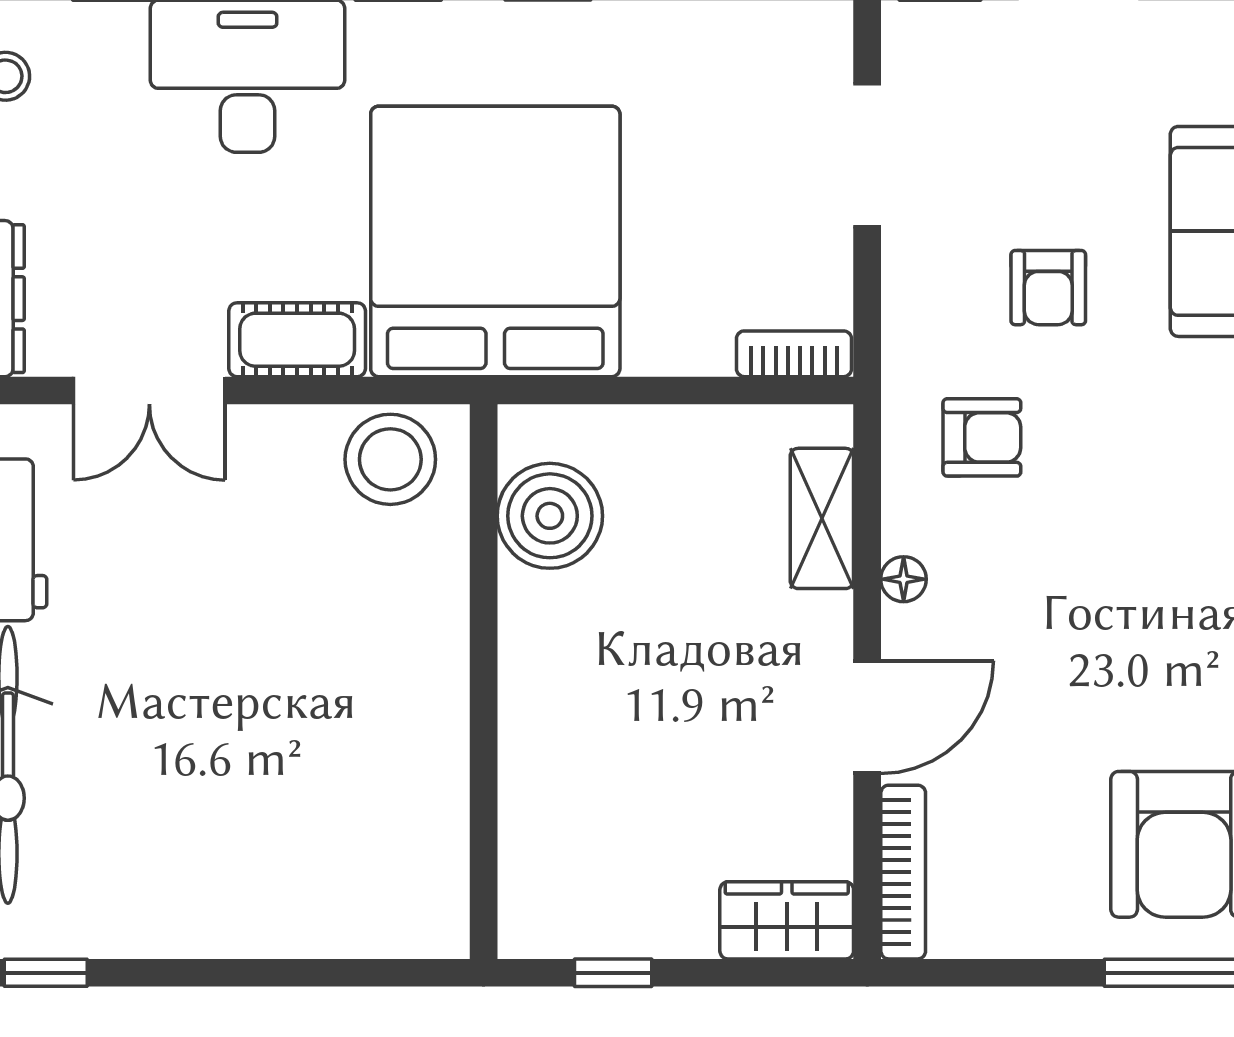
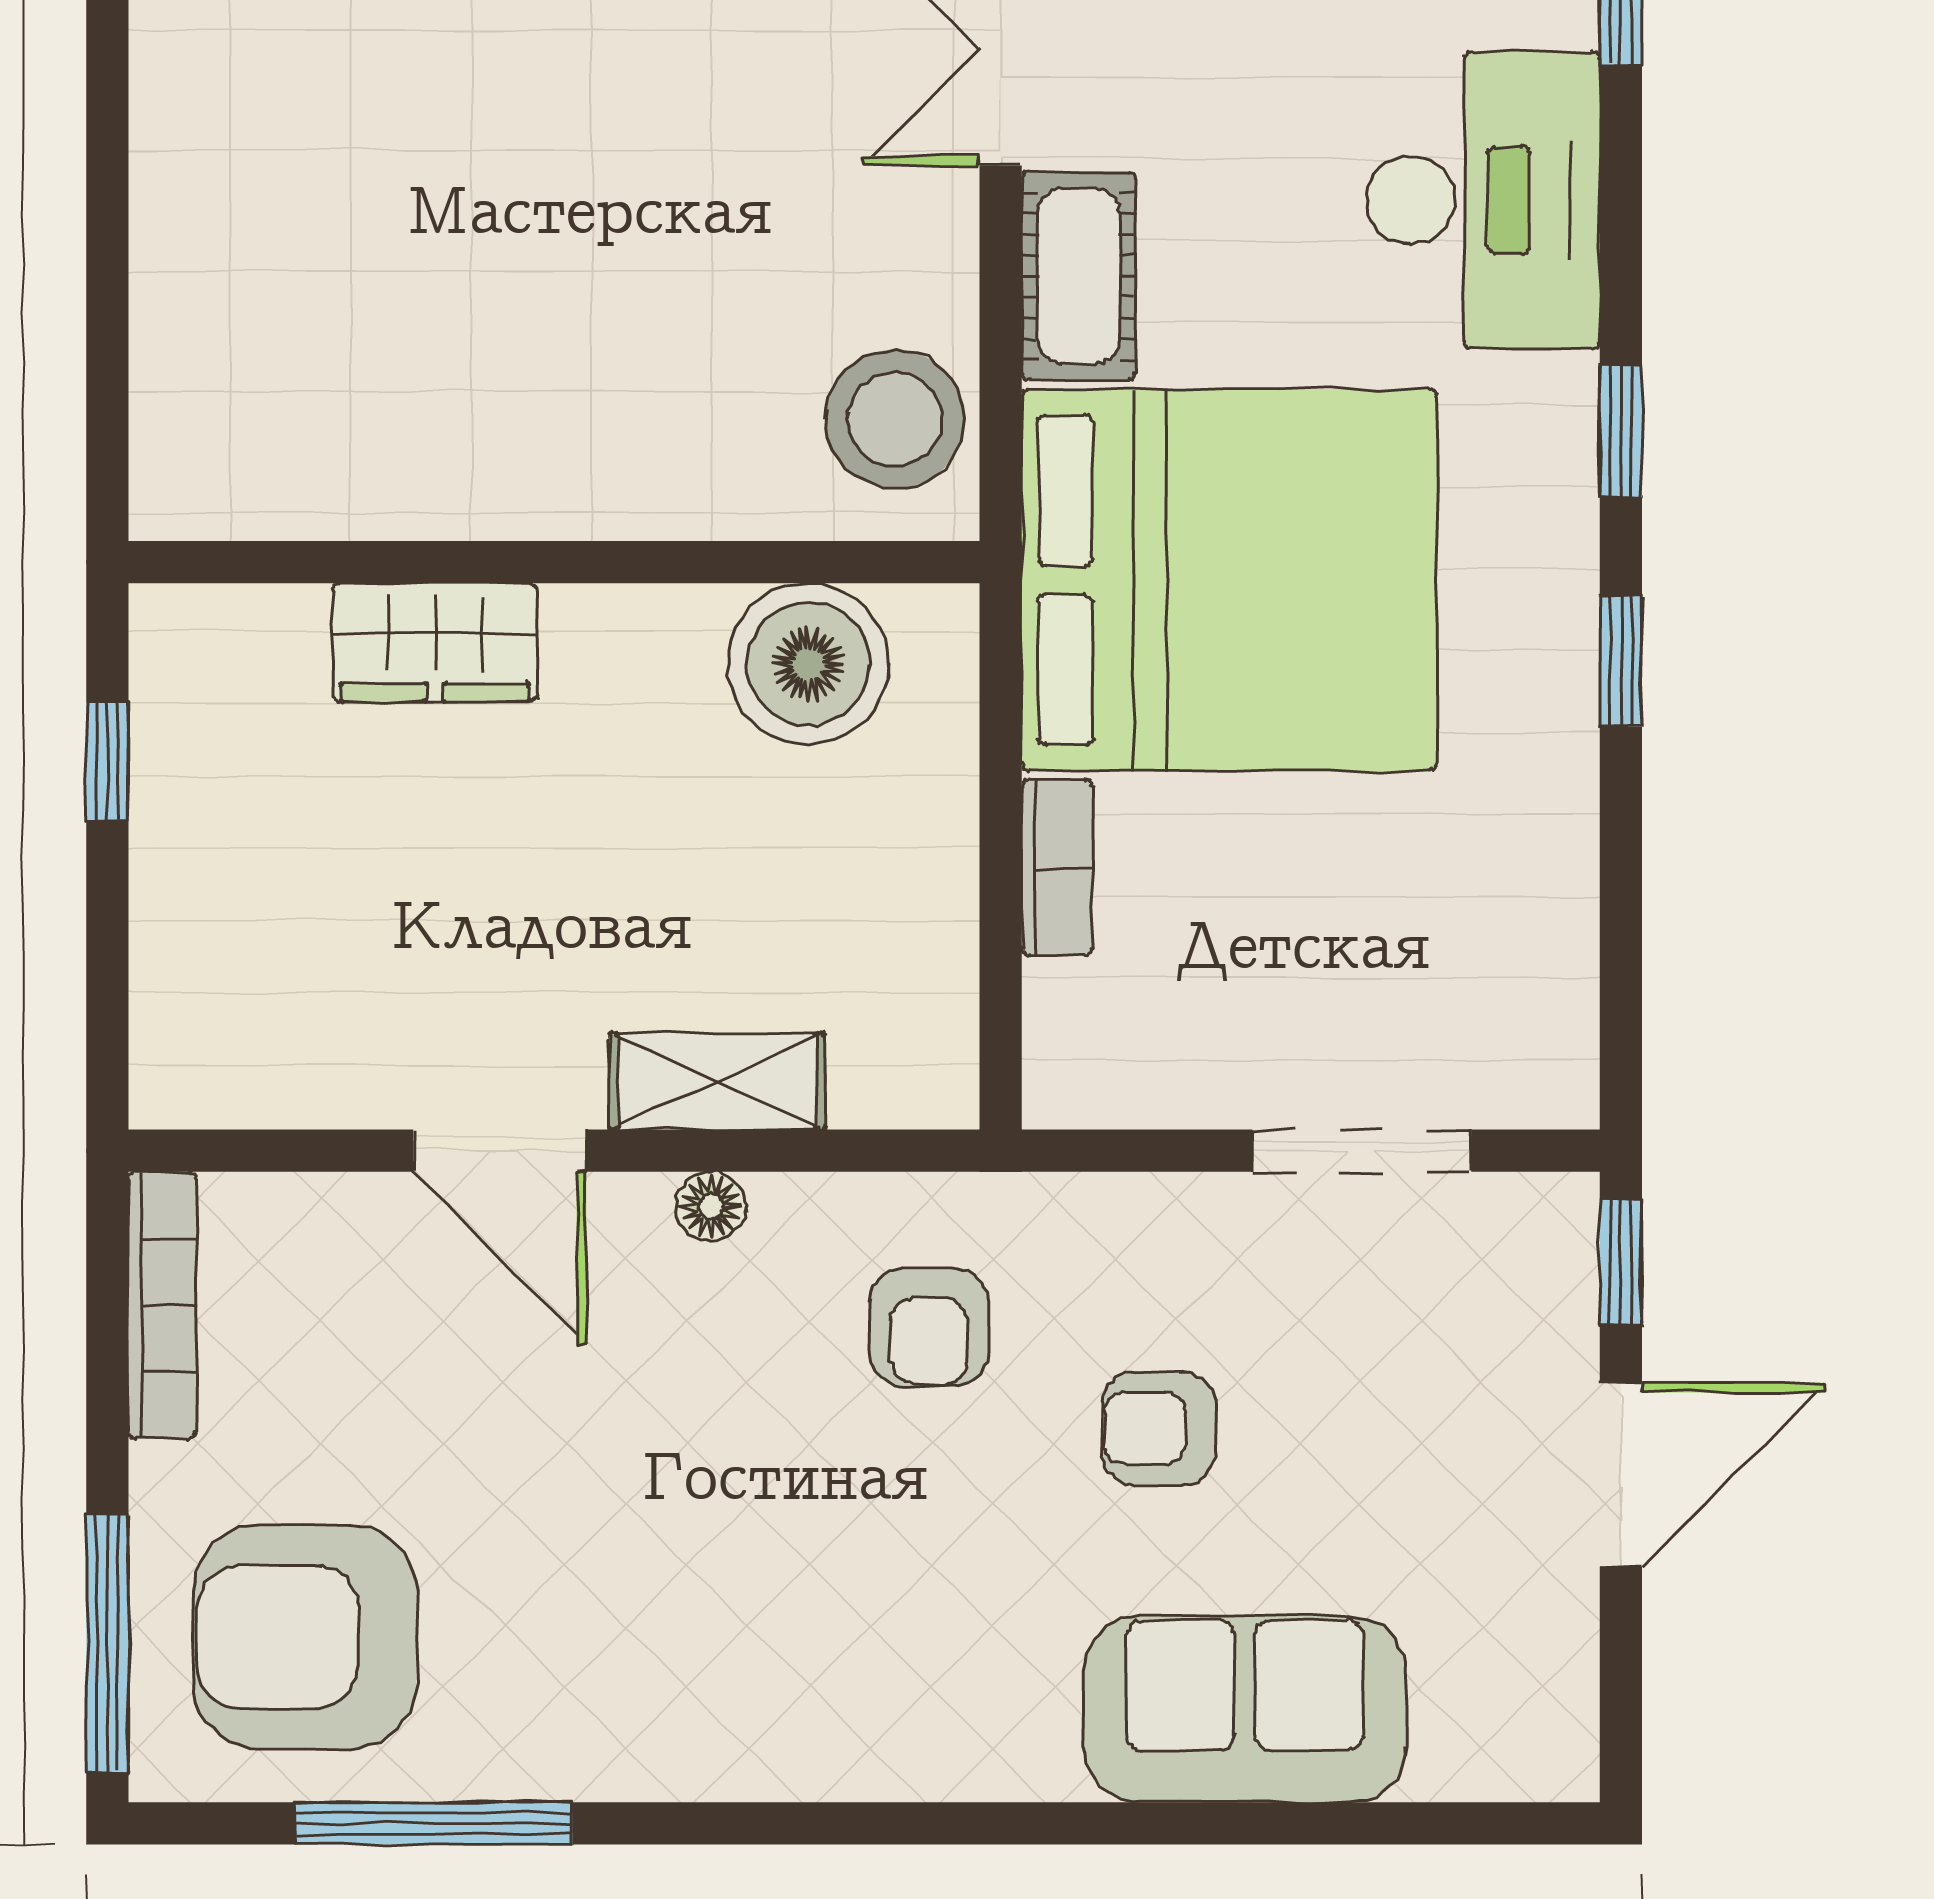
bookcase: (794, 354) -> (1057, 868), moved
shelving: (822, 518) -> (717, 1081), moved
bookcase: (903, 872) -> (162, 1305), moved, turned -90
wardrobe: (787, 920) -> (435, 643), moved, turned 90

